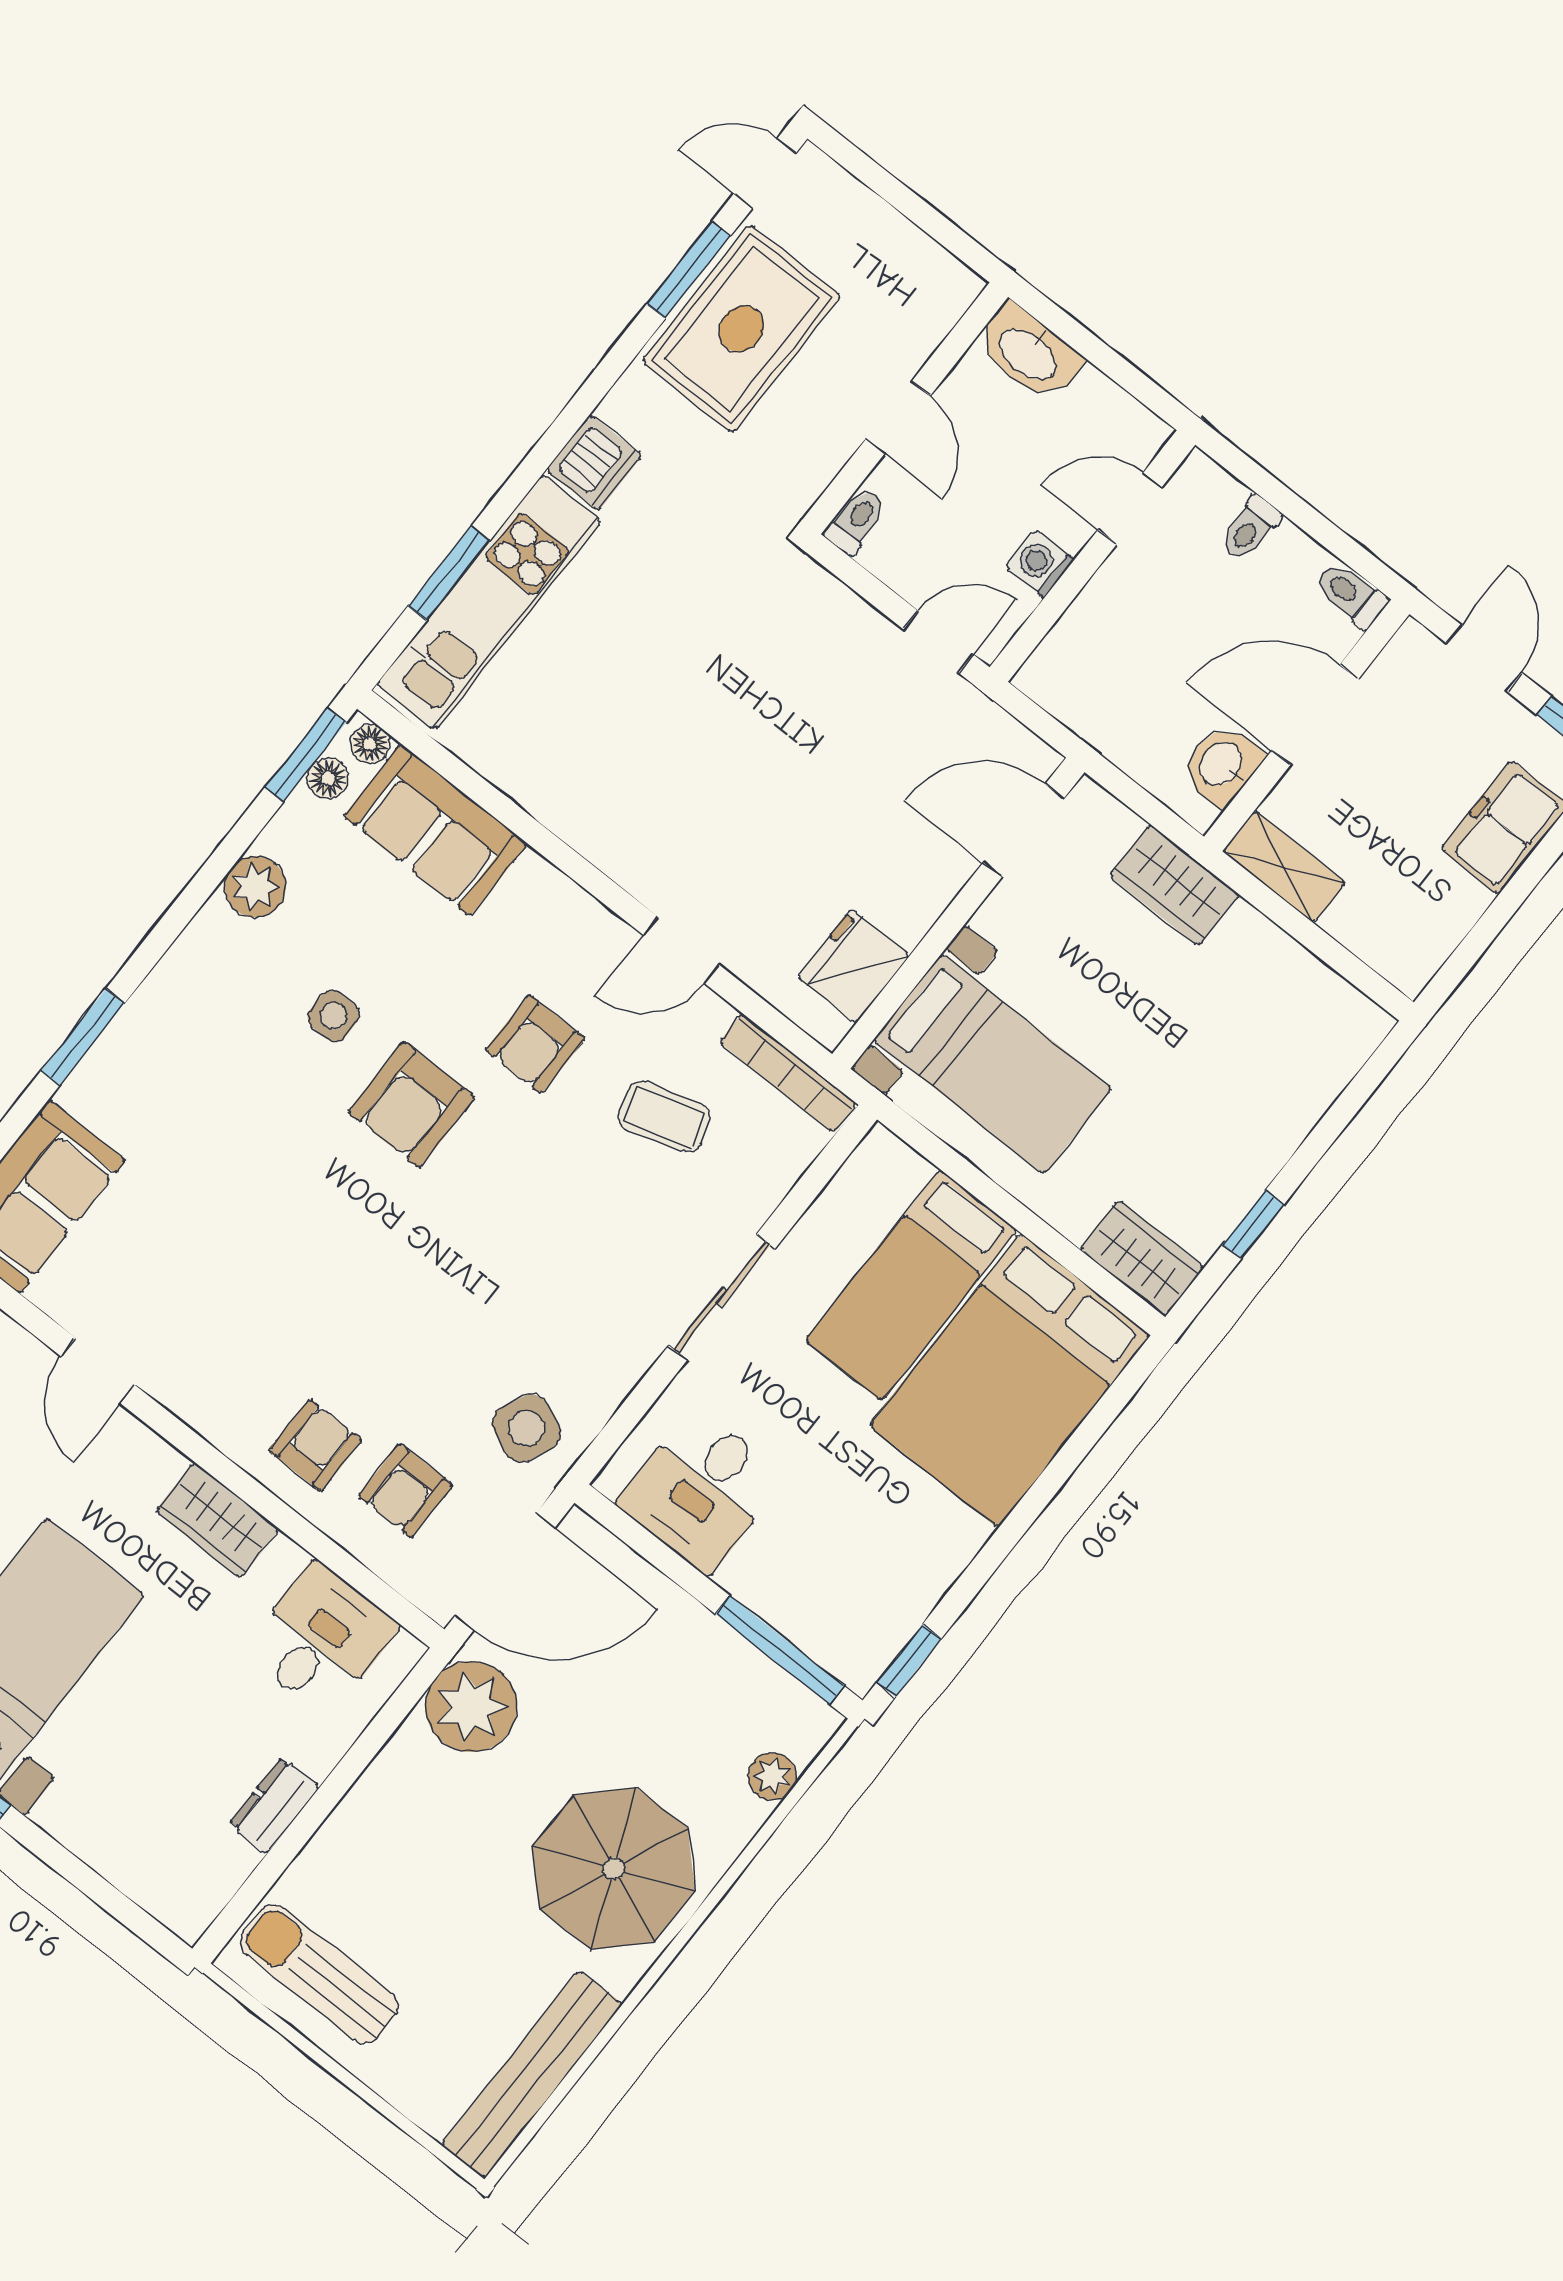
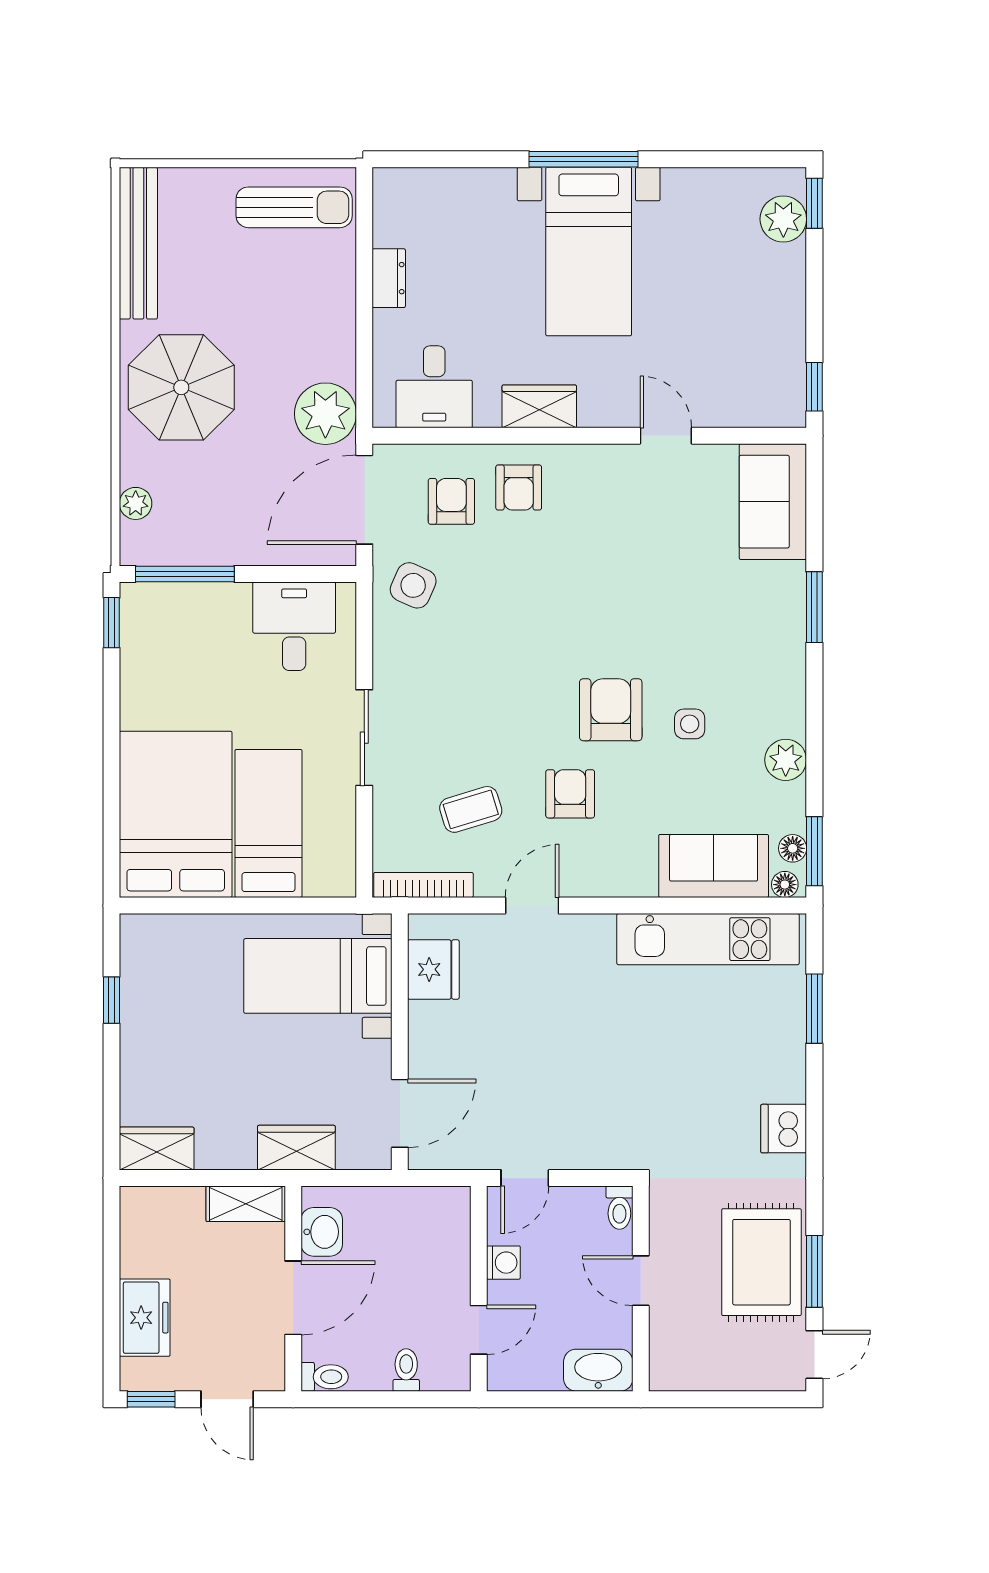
kitchen unit: (489, 602) -> (708, 939), moved, turned -90
wardrobe: (1142, 1258) -> (157, 1149), moved, turned 180

